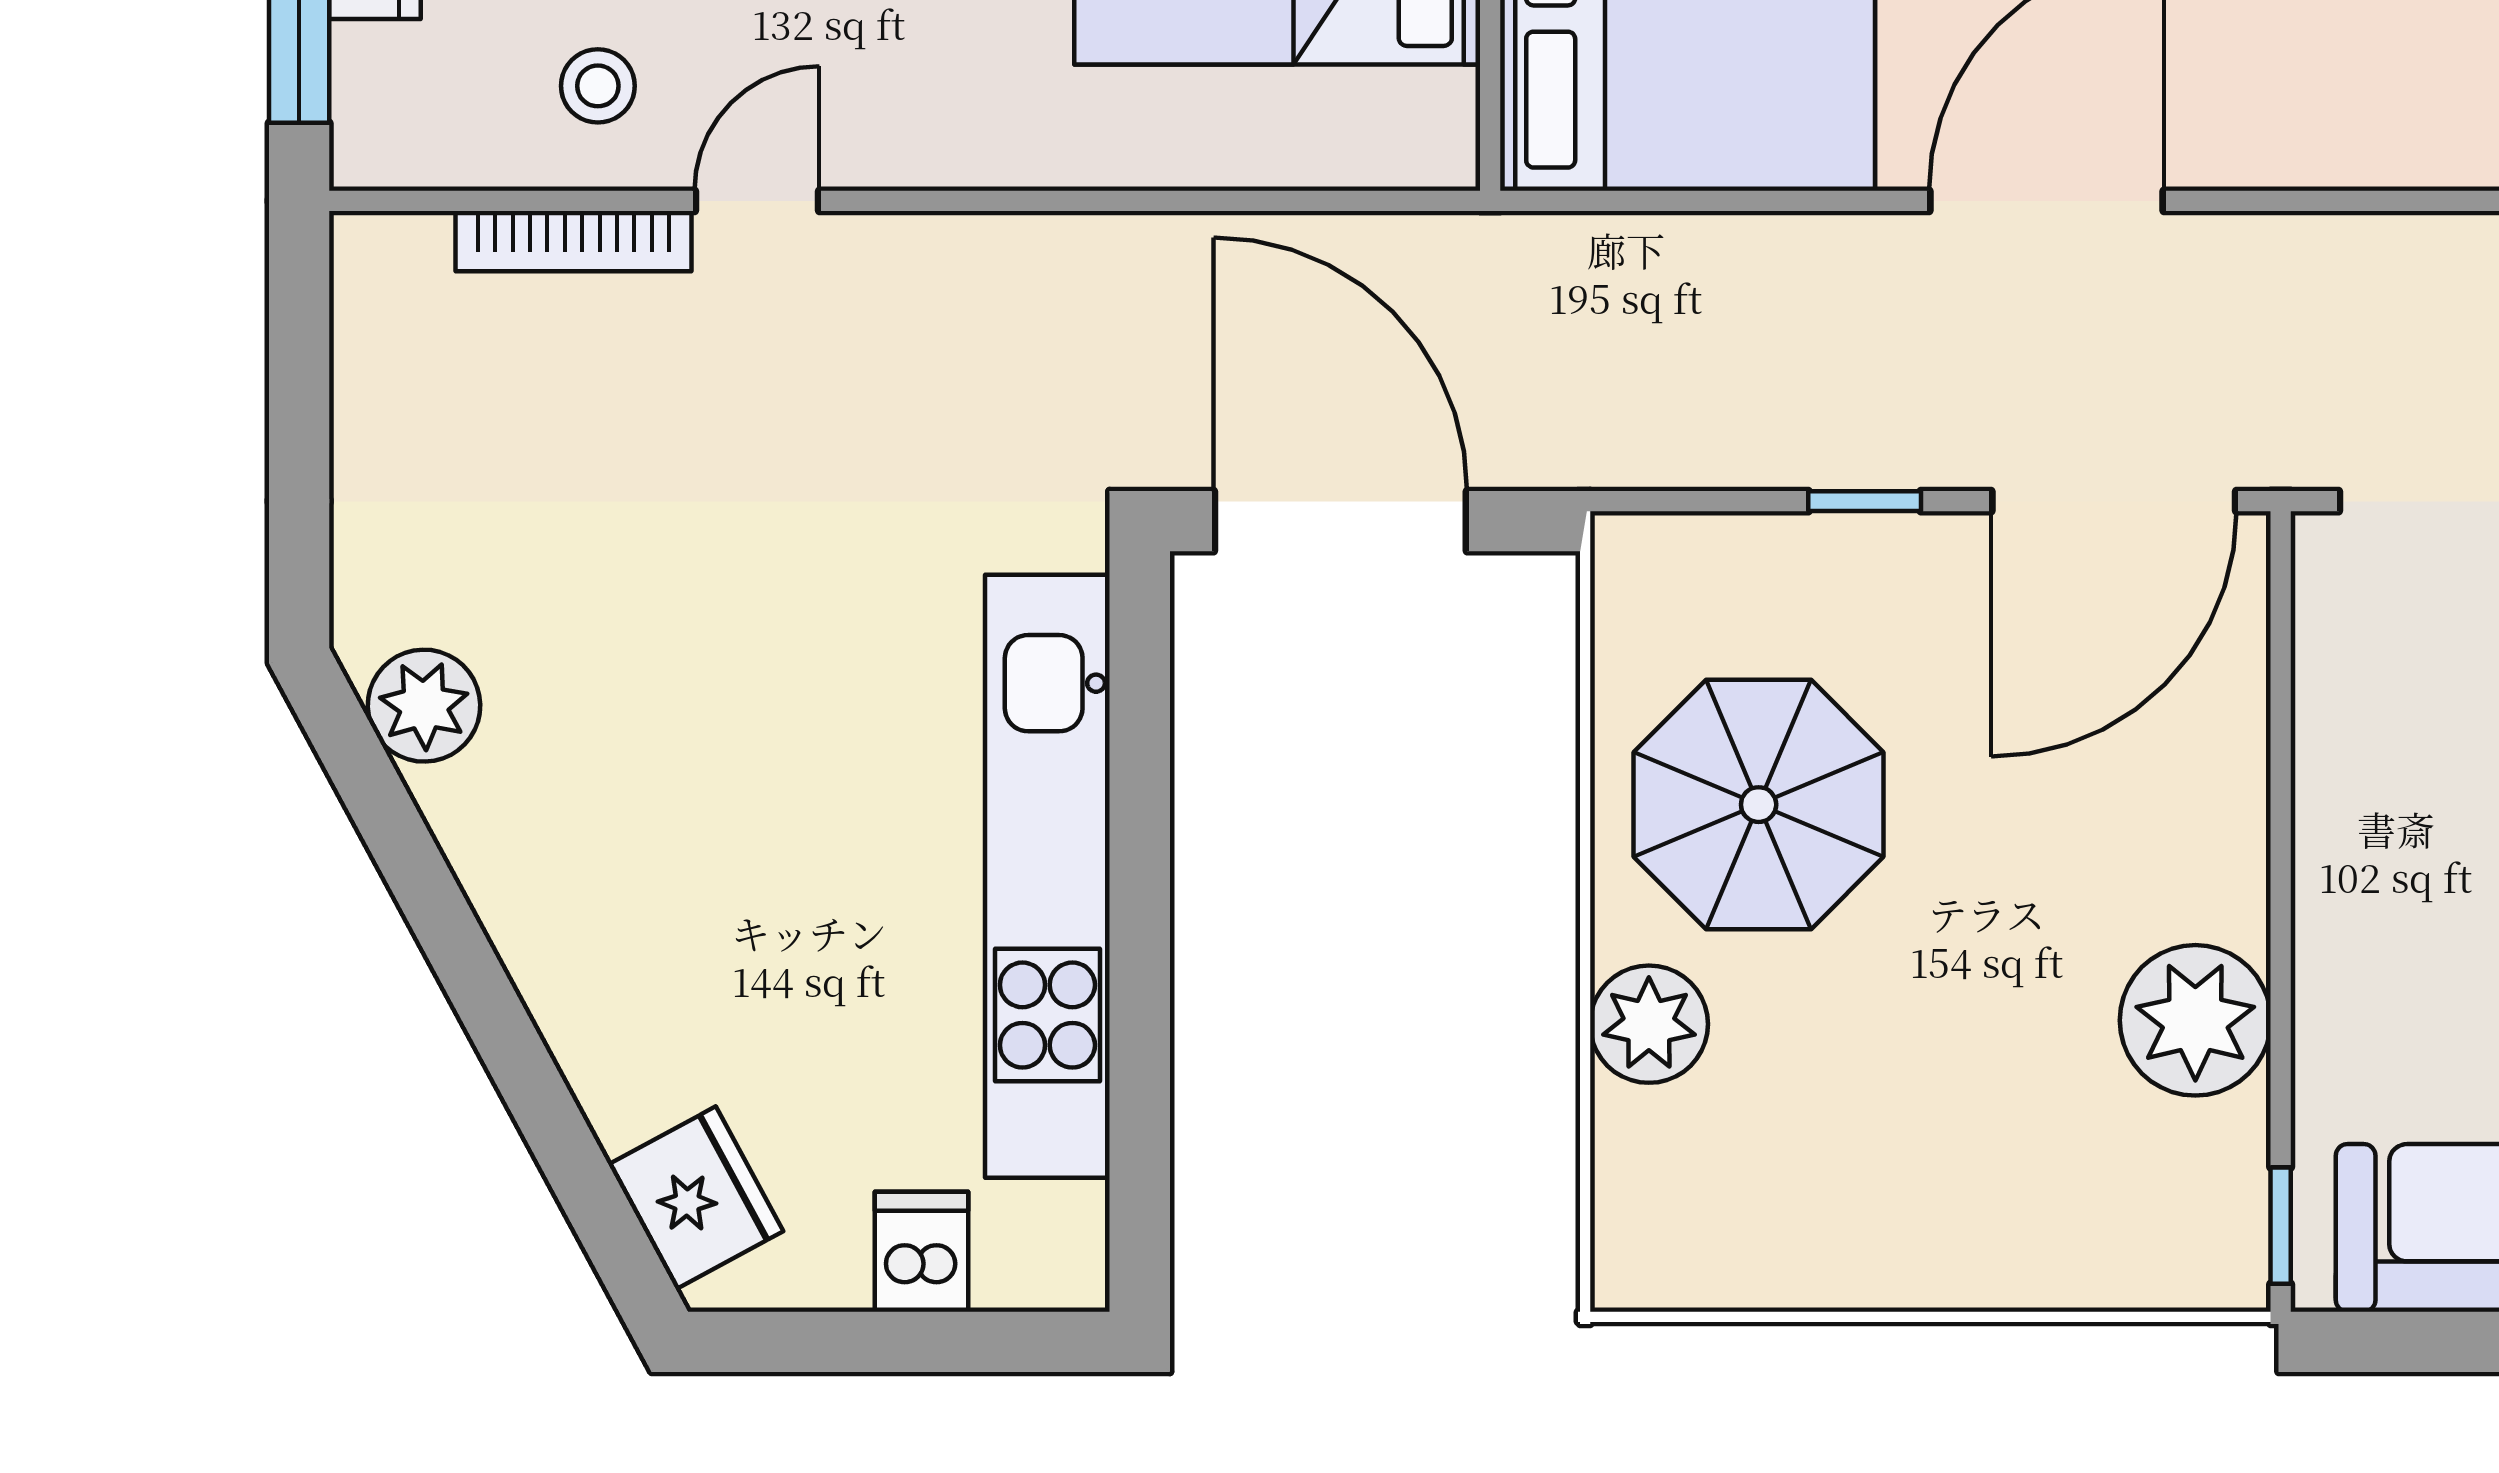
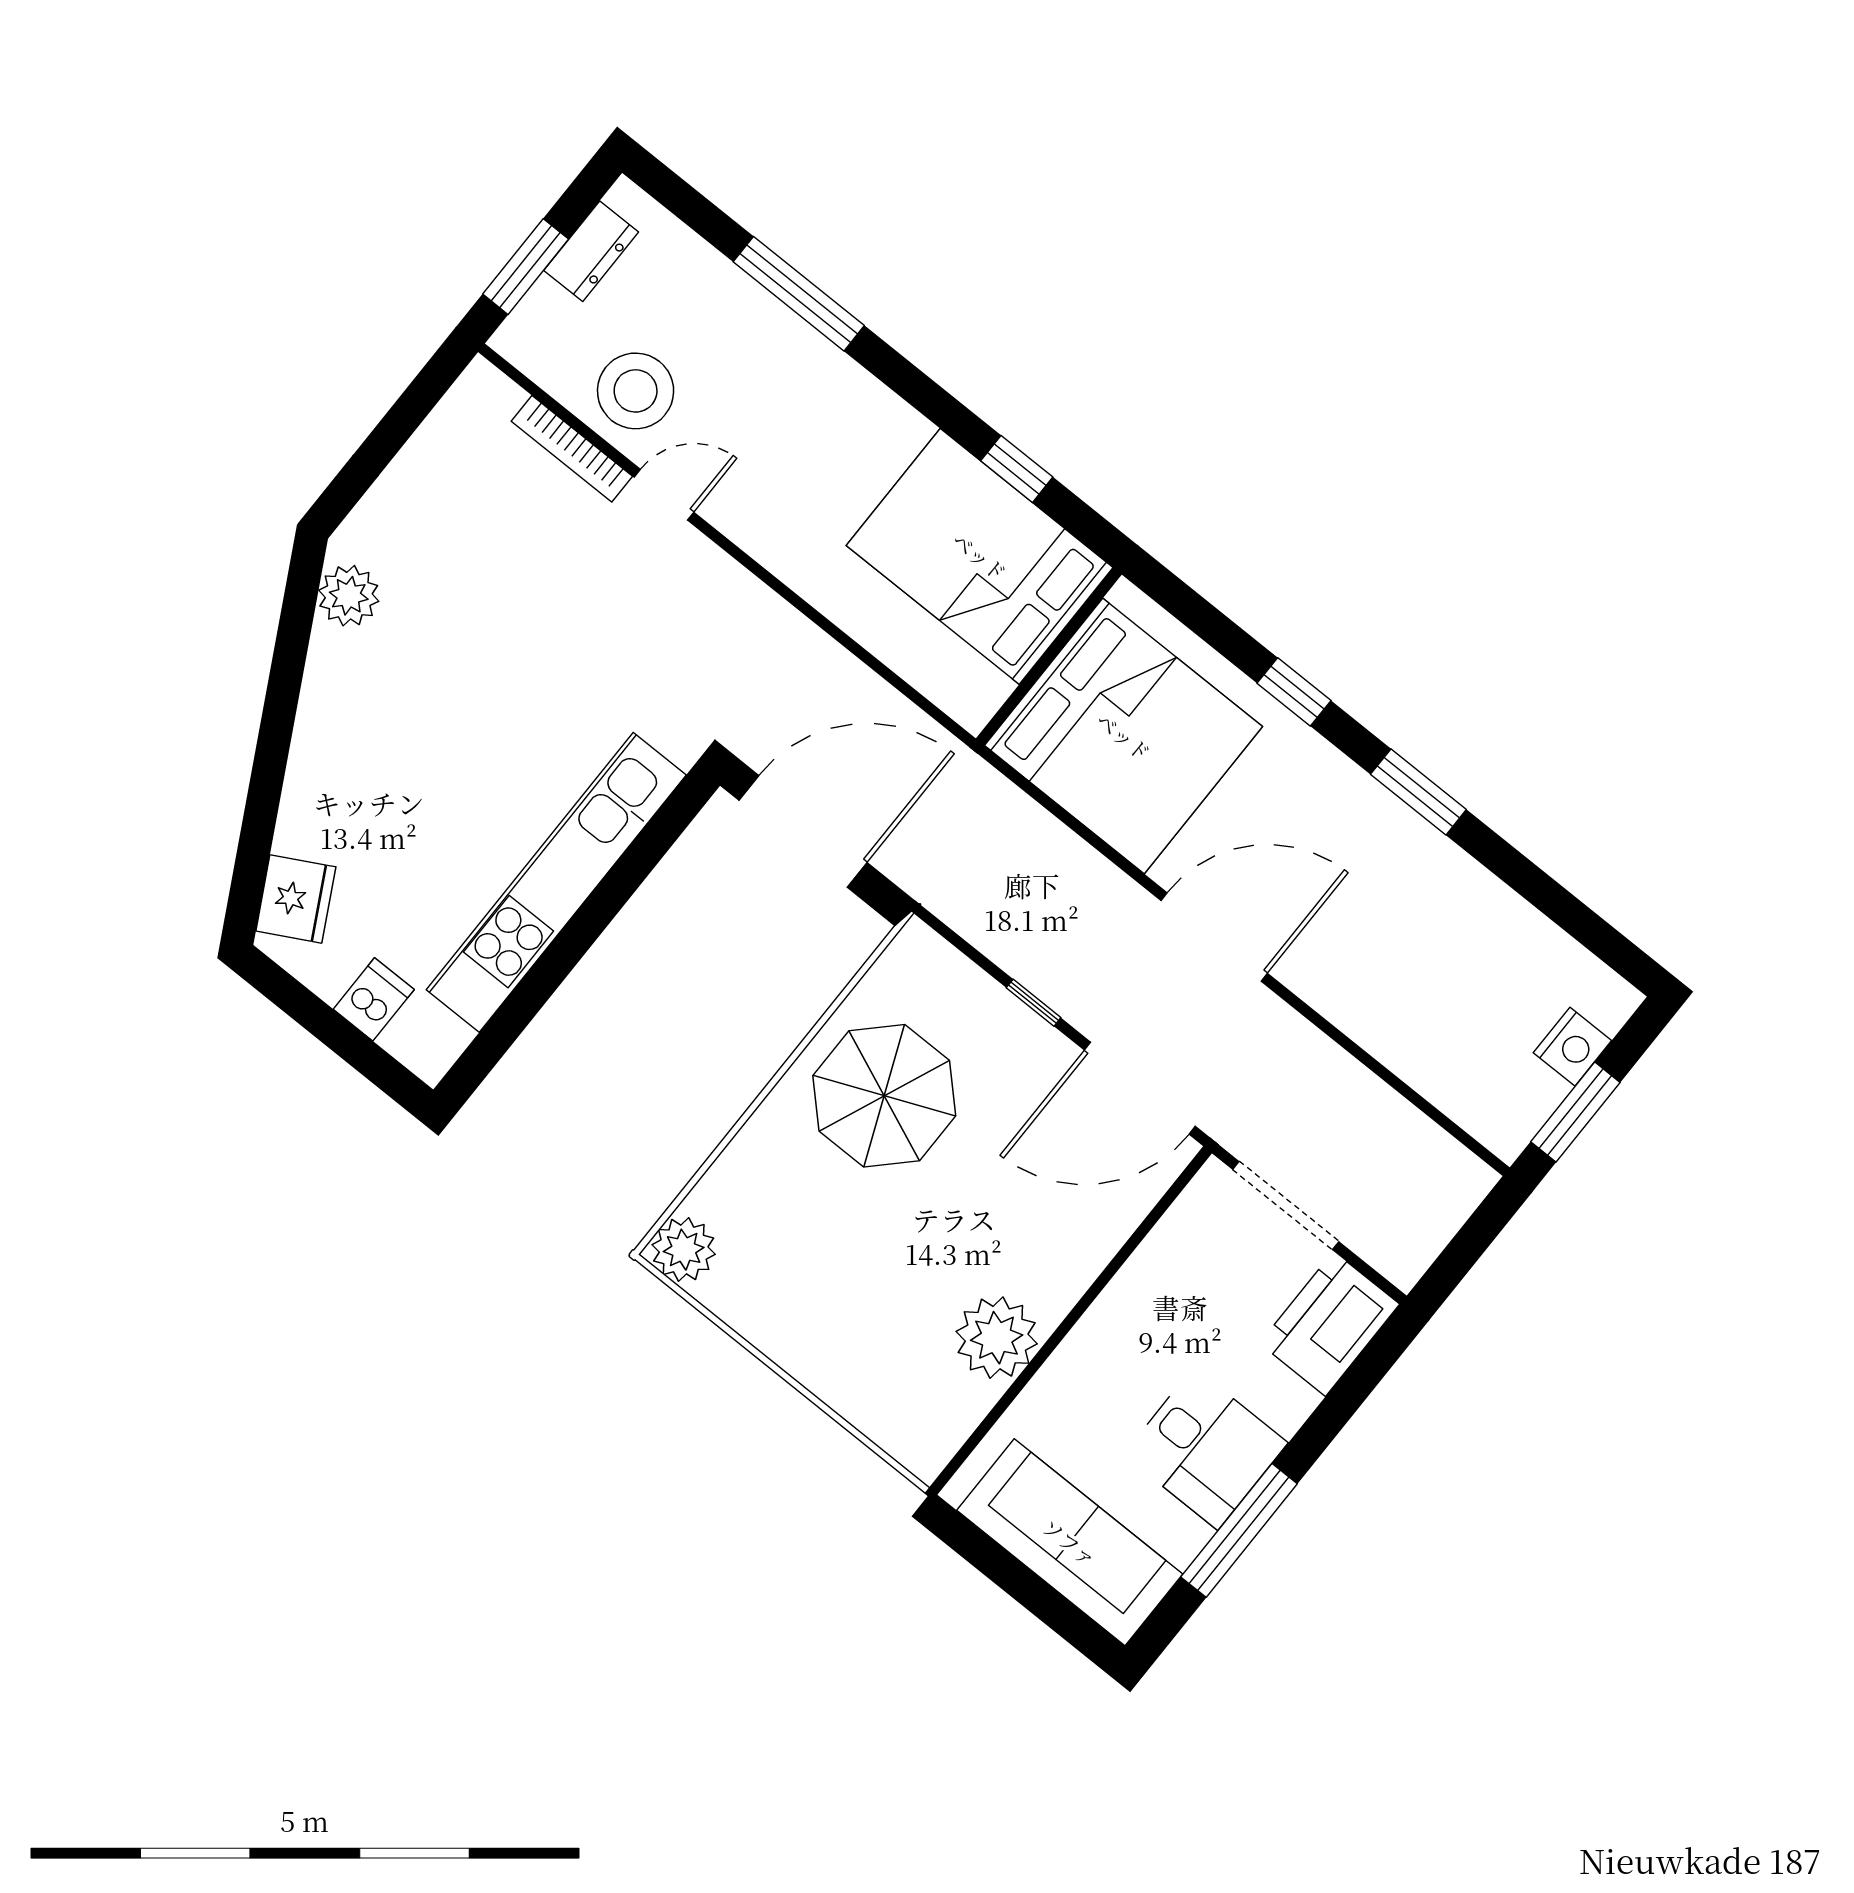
stool: (598, 86) -> (636, 391), width x1.89, depth x1.89
door: (1340, 521) -> (803, 831), hinge flipped
plant: (1649, 1024) -> (684, 1250), moved
window: (2281, 1226) -> (963, 1455), removed

